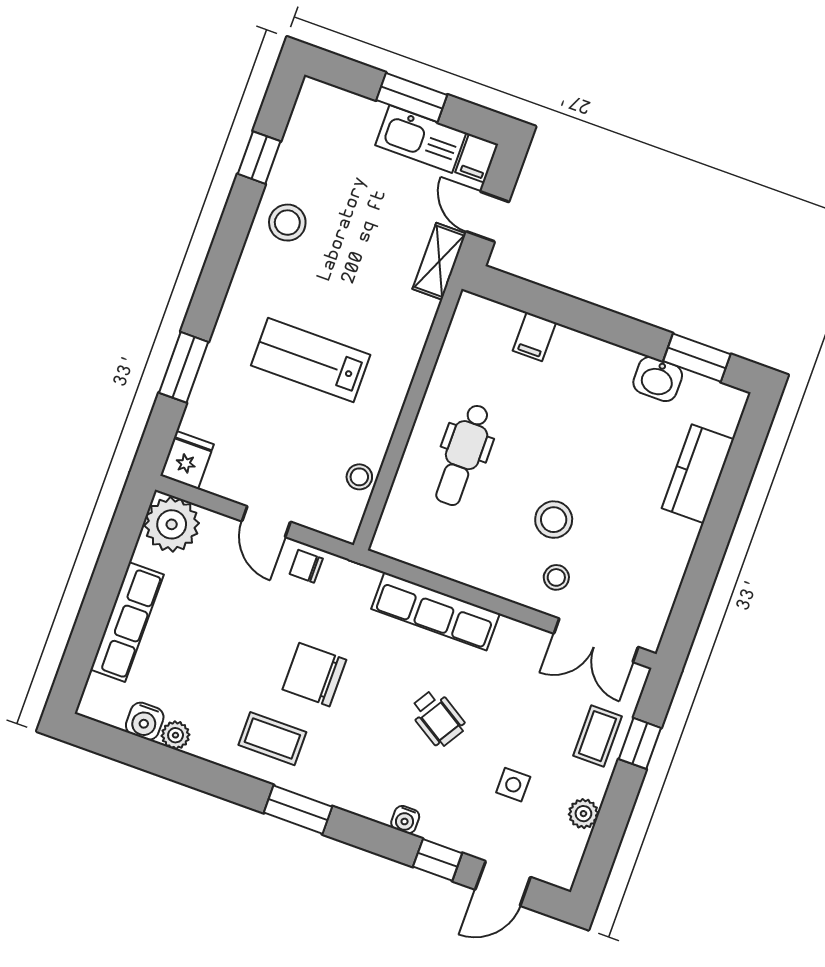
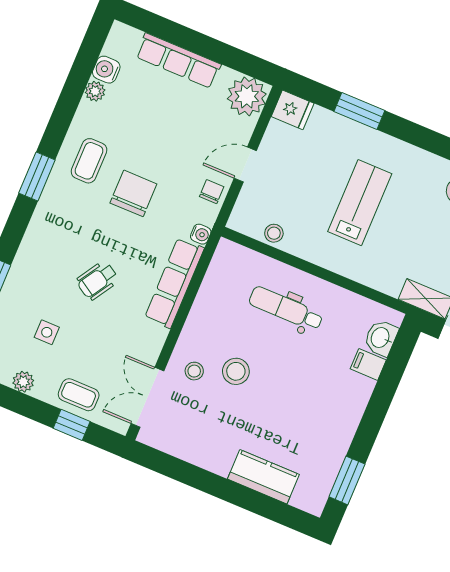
washbasin: (658, 379) -> (381, 338), moved
water cooler: (405, 820) -> (201, 234), moved, turned 180

